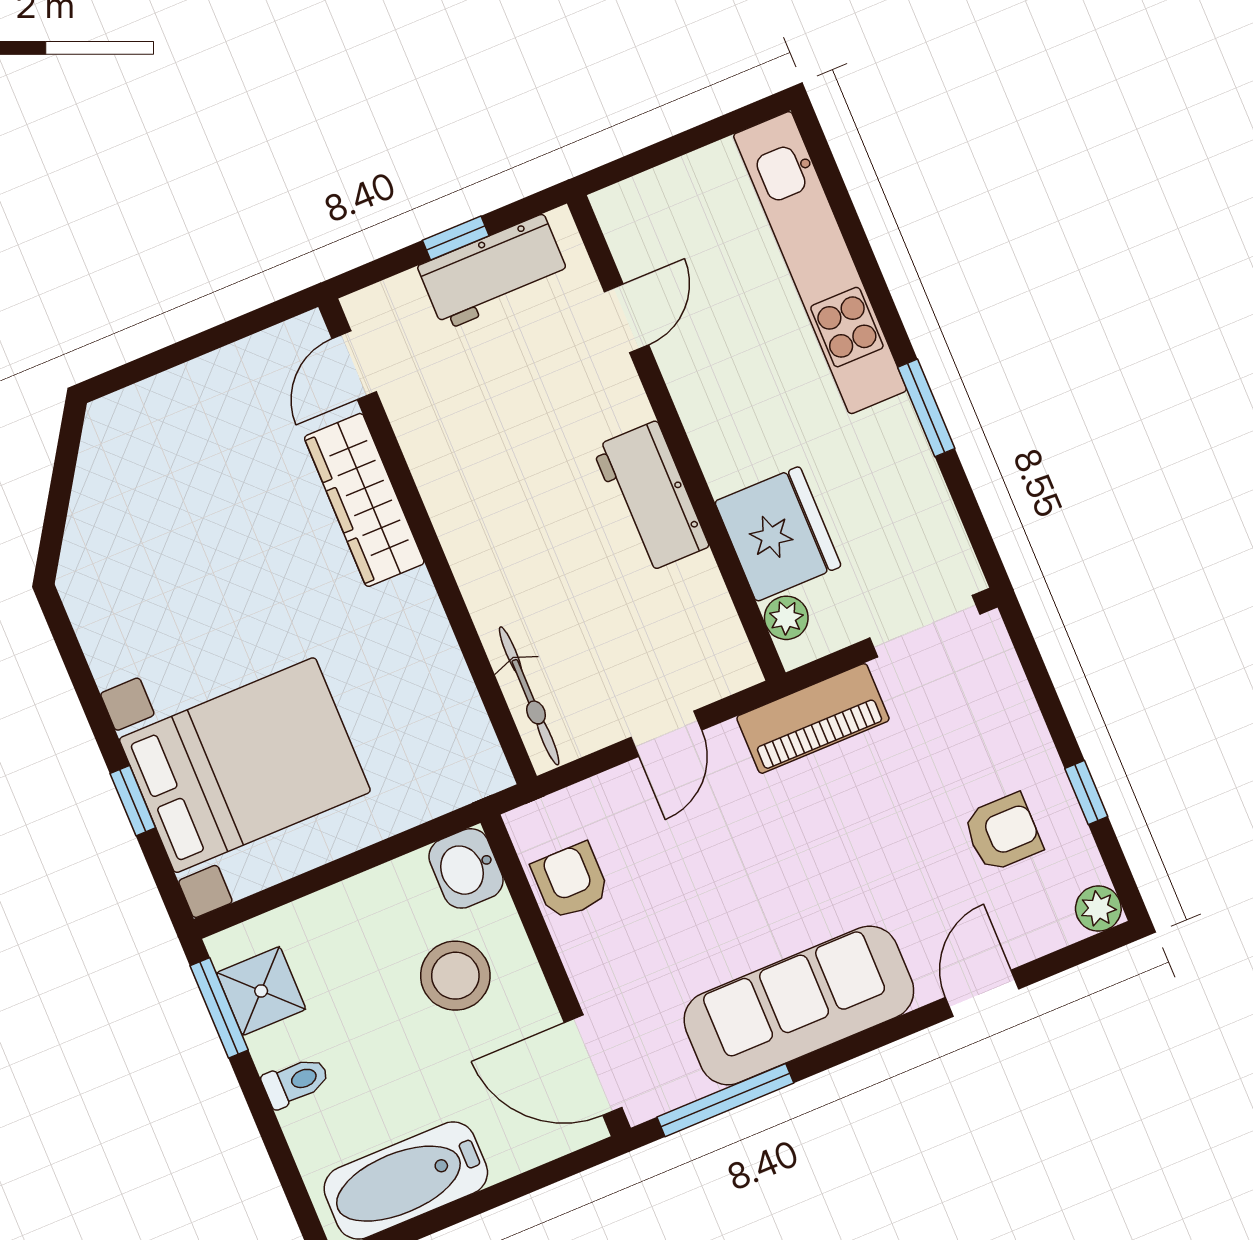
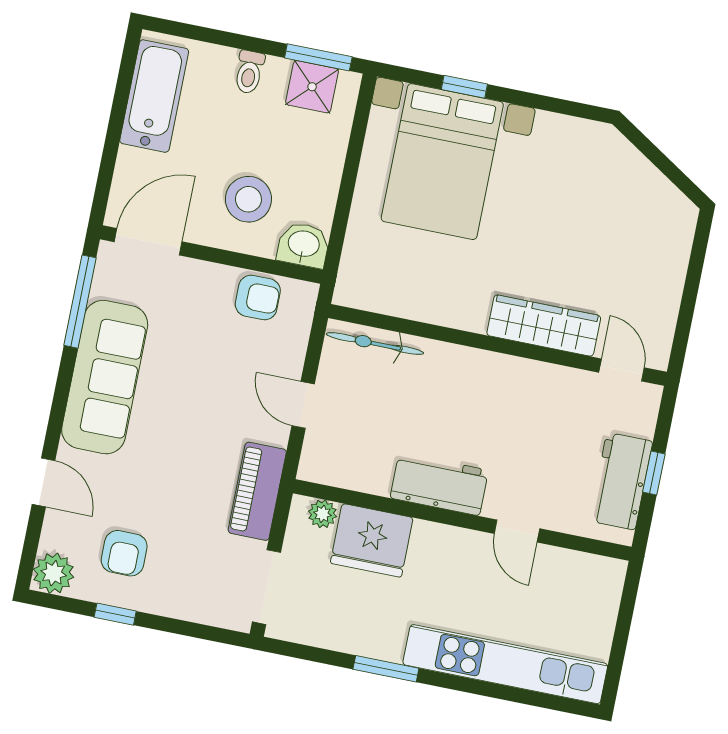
door: (626, 318) -> (517, 531), moved
plant: (1098, 909) -> (54, 573), width x1.38, depth x1.38

